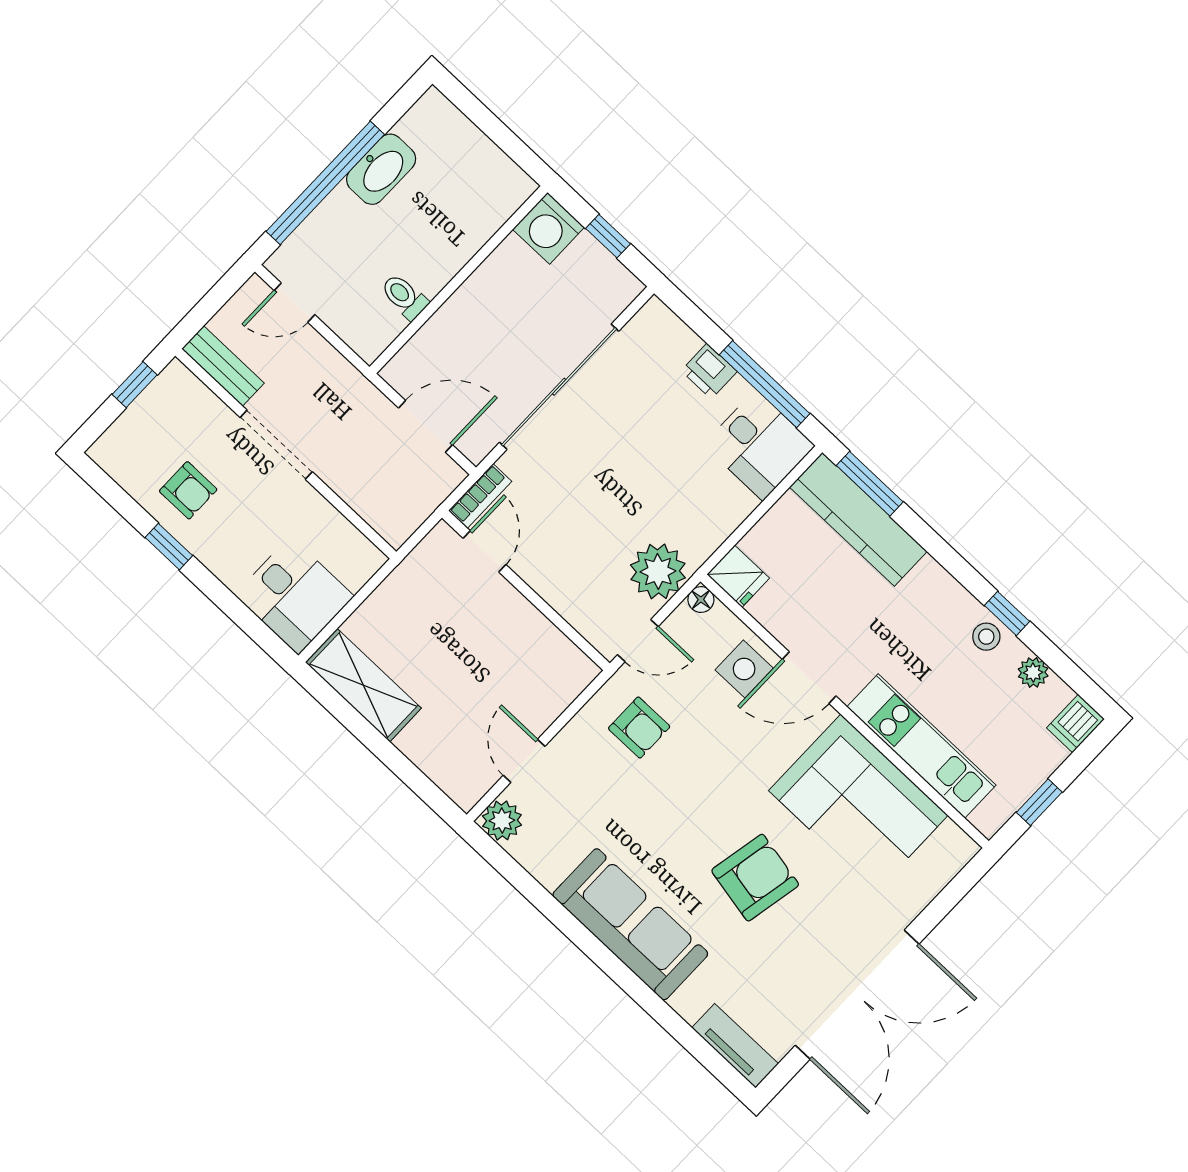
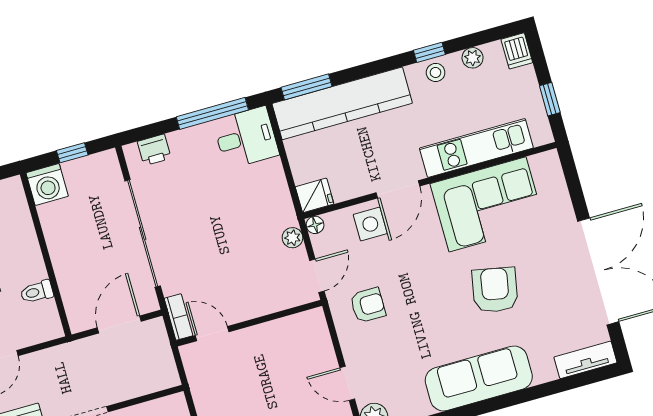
printer: (709, 371) -> (154, 150), moved
kitchen counter: (858, 519) -> (342, 103), width x1.39, depth x1.17
plant: (658, 571) -> (292, 238), width x0.53, depth x0.53

